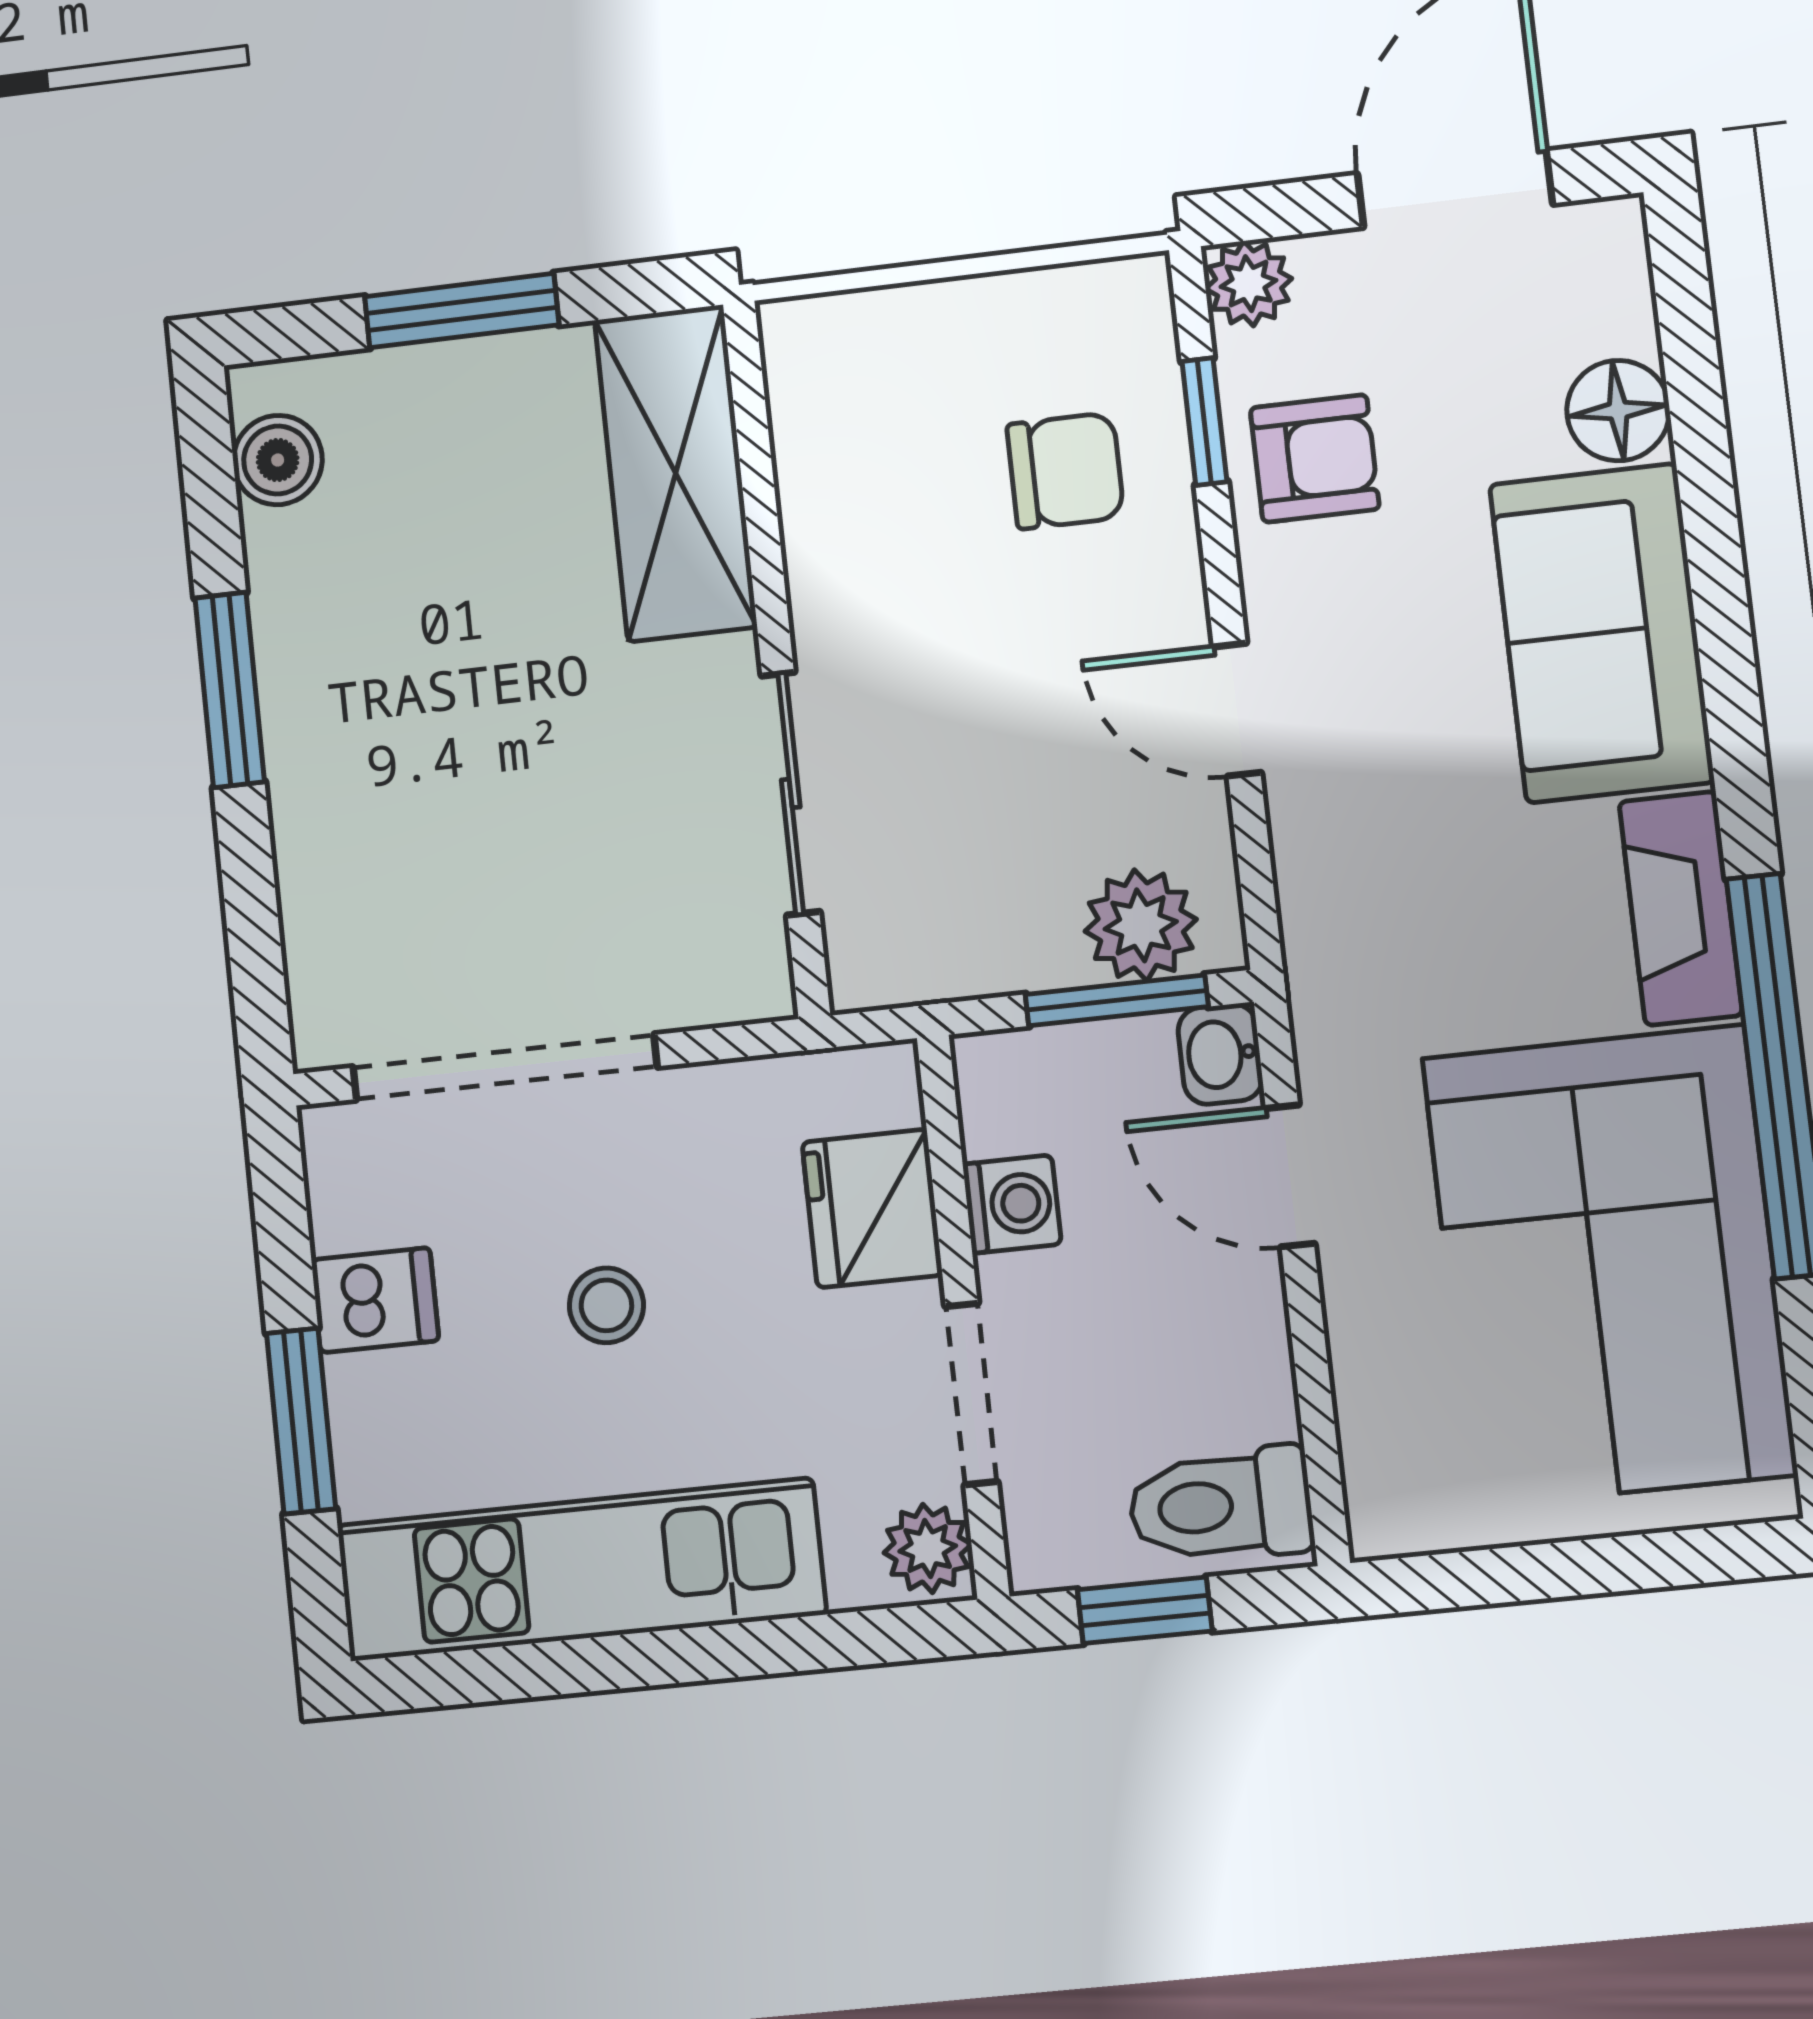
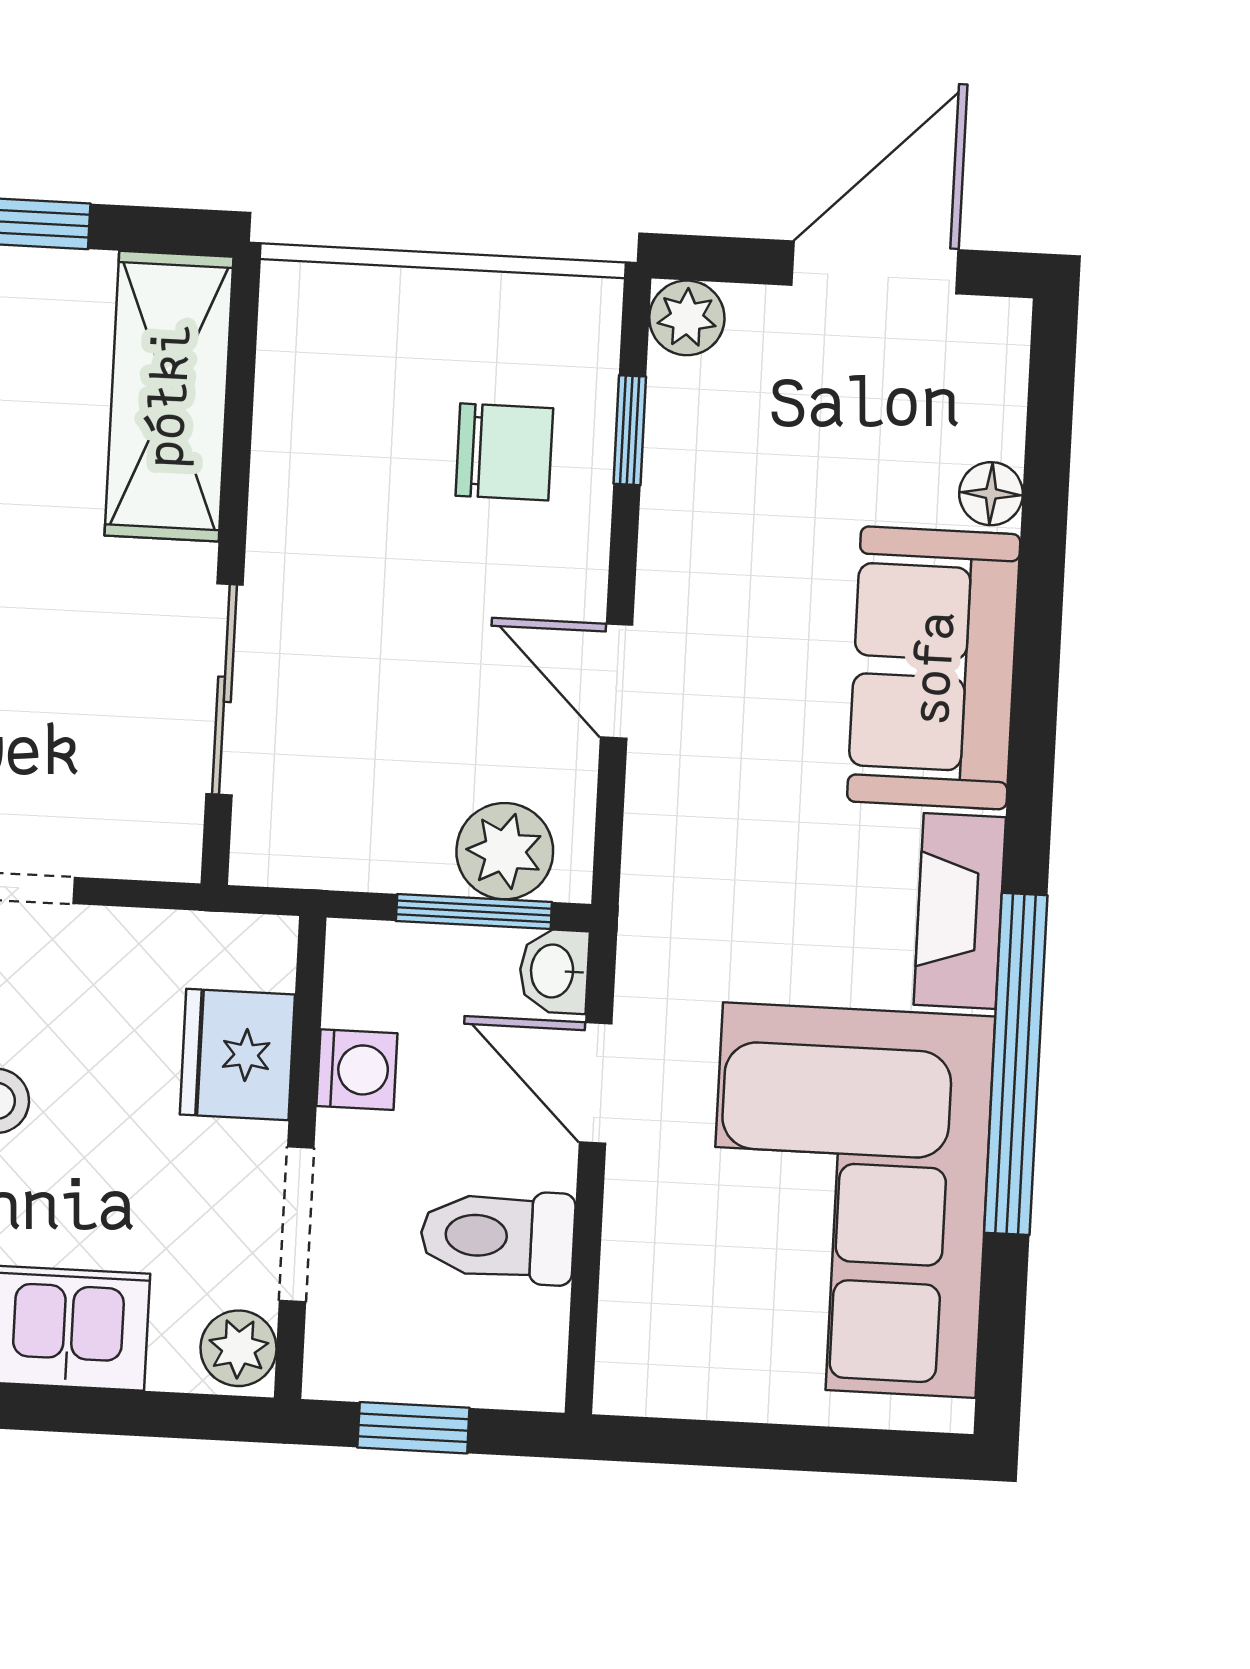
floor lamp: (1618, 411) -> (991, 494), width x0.73, depth x0.73
armchair: (1315, 458) -> (718, 478), removed
toilet: (1221, 1505) -> (498, 1236), moved

